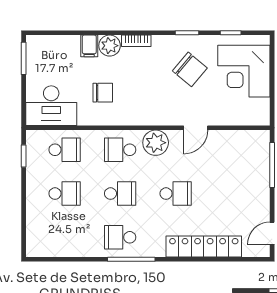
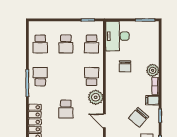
filing cabinet: (89, 46) -> (152, 100), moved
school desk: (120, 194) -> (40, 44), moved

